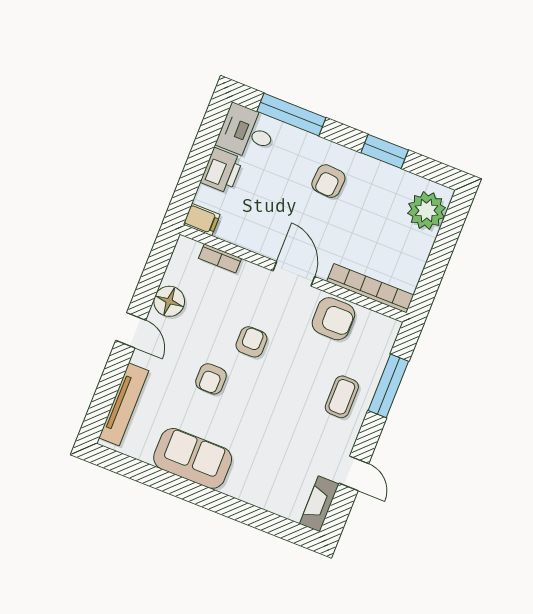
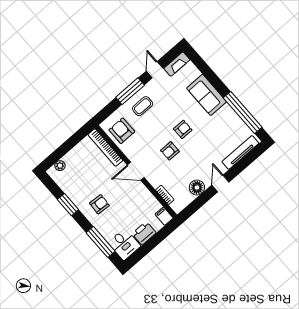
plant: (427, 211) -> (60, 166), width x0.53, depth x0.53
door: (294, 274) -> (136, 171), hinge flipped
armchair: (333, 319) -> (122, 131), moved
armchair: (211, 379) -> (183, 129), moved
window: (388, 386) -> (130, 91), moved
sofa: (193, 458) -> (207, 95), moved
window: (157, 478) -> (243, 113), added

